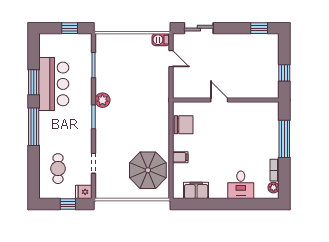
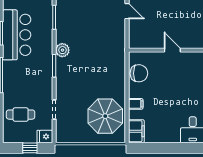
cafe table: (58, 169) -> (21, 115), turned 90
filing cabinet: (196, 190) -> (136, 131), moved, turned 90

